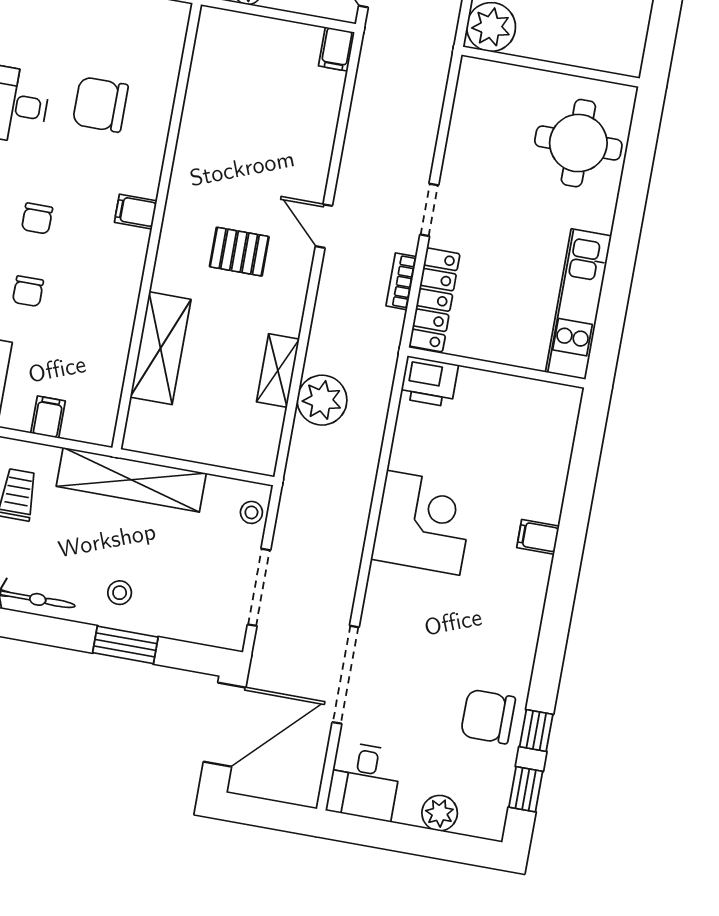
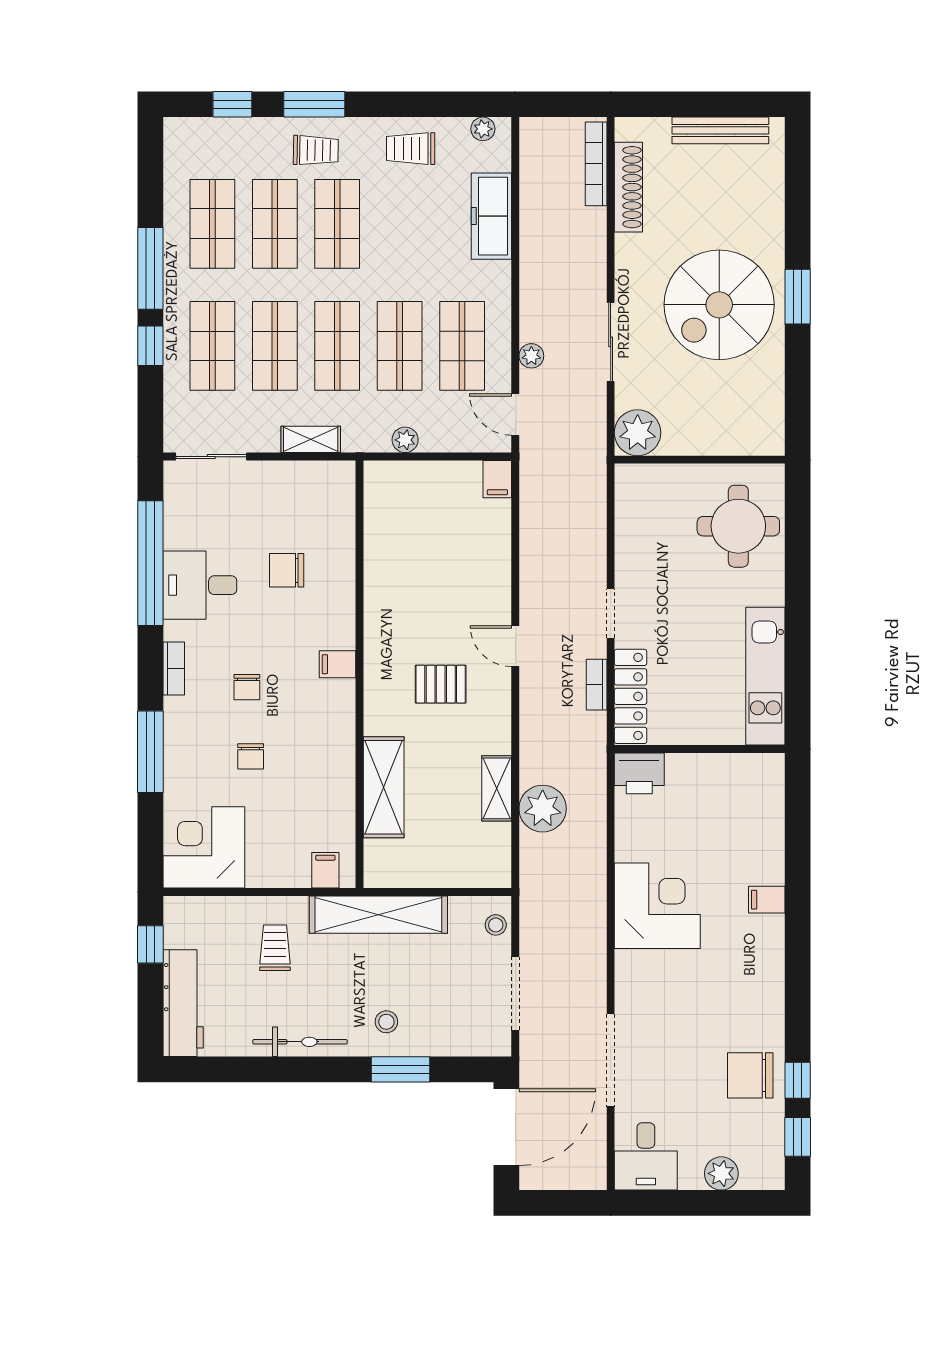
chair: (100, 104) -> (287, 570), width x0.73, depth x0.73
filing cabinet: (48, 417) -> (325, 870), moved

